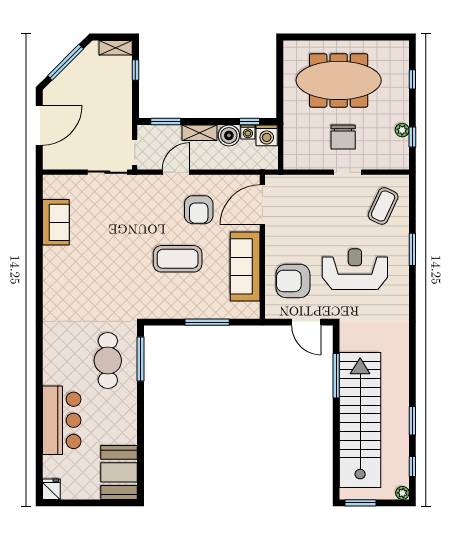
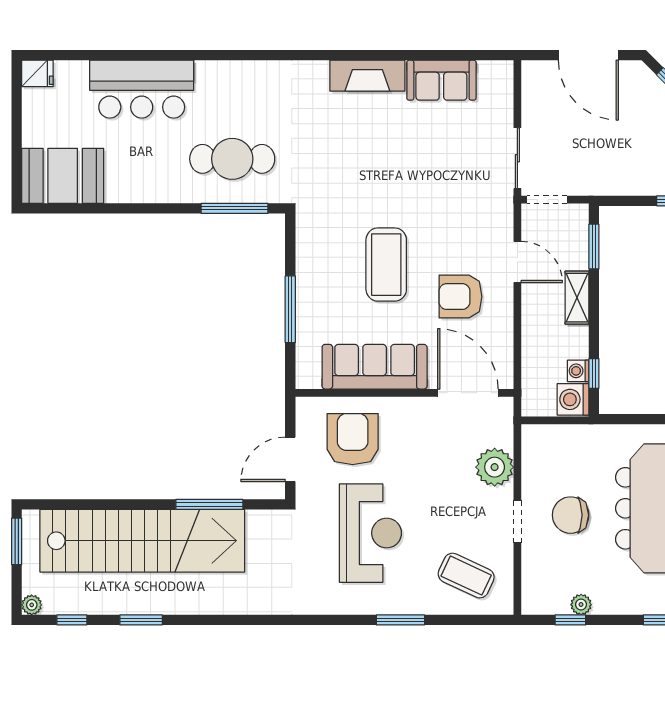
boiler: (229, 135) -> (573, 342), removed
plant: (311, 187) -> (495, 467), added
fireplace: (53, 271) -> (367, 76), added

